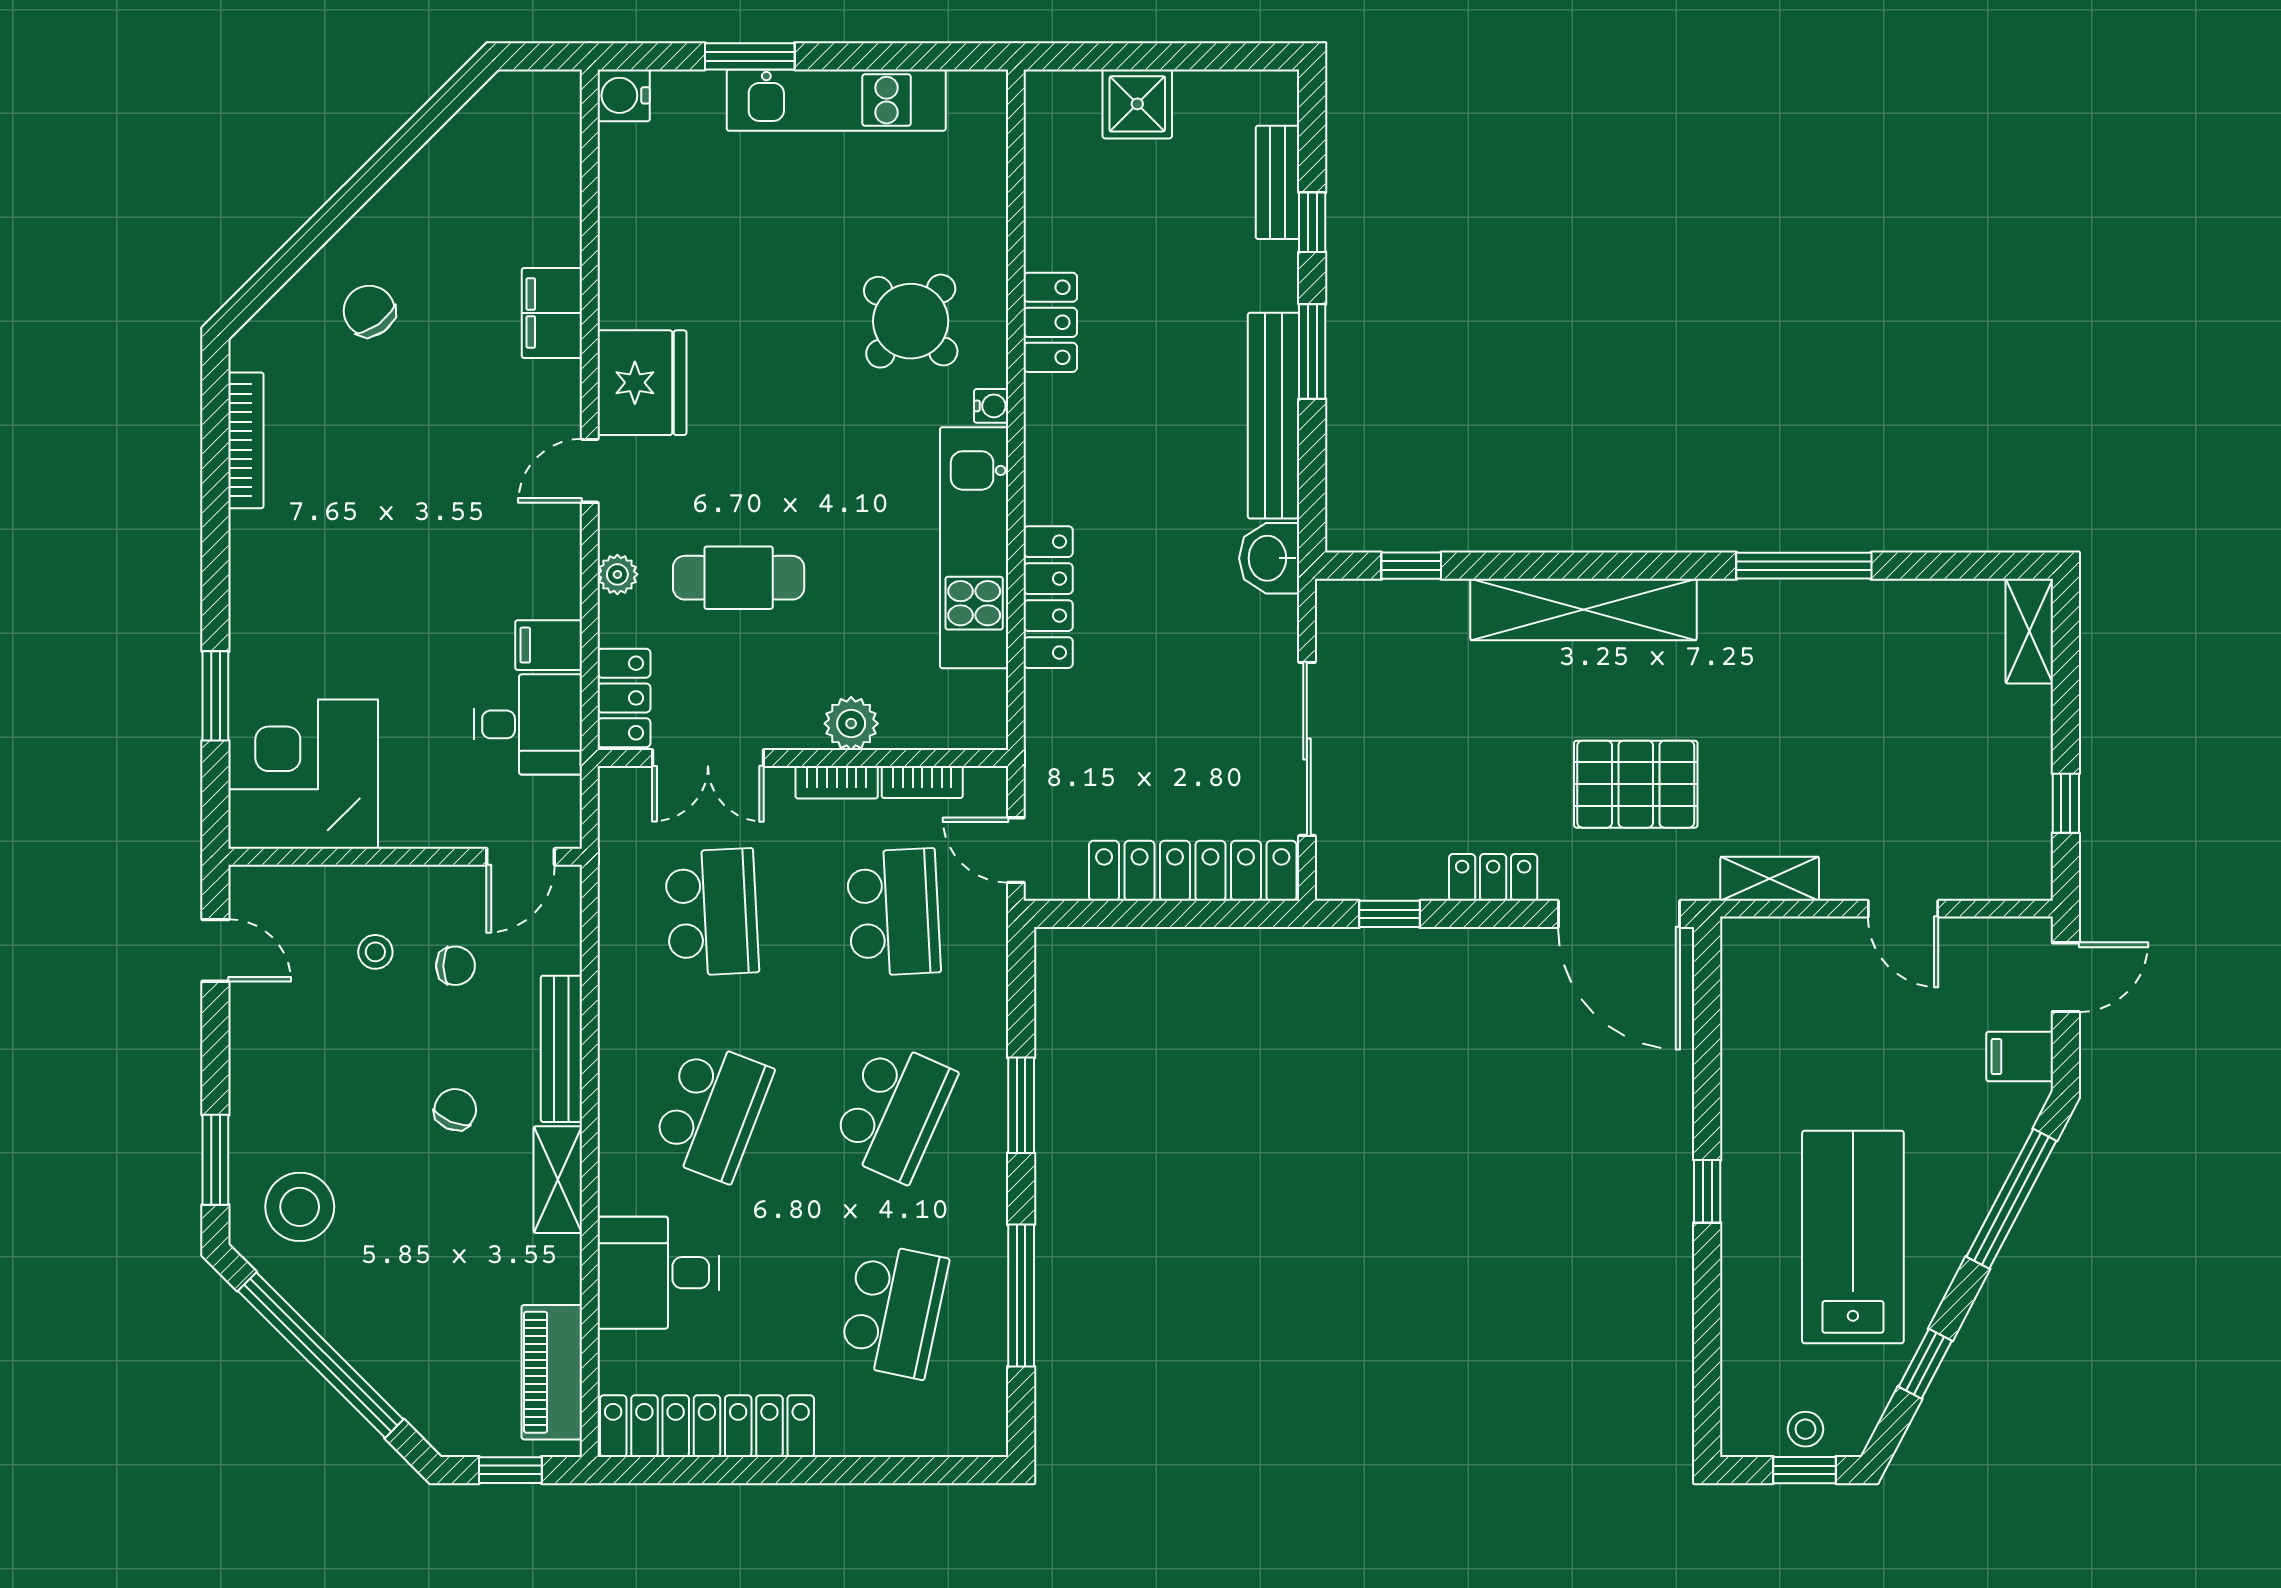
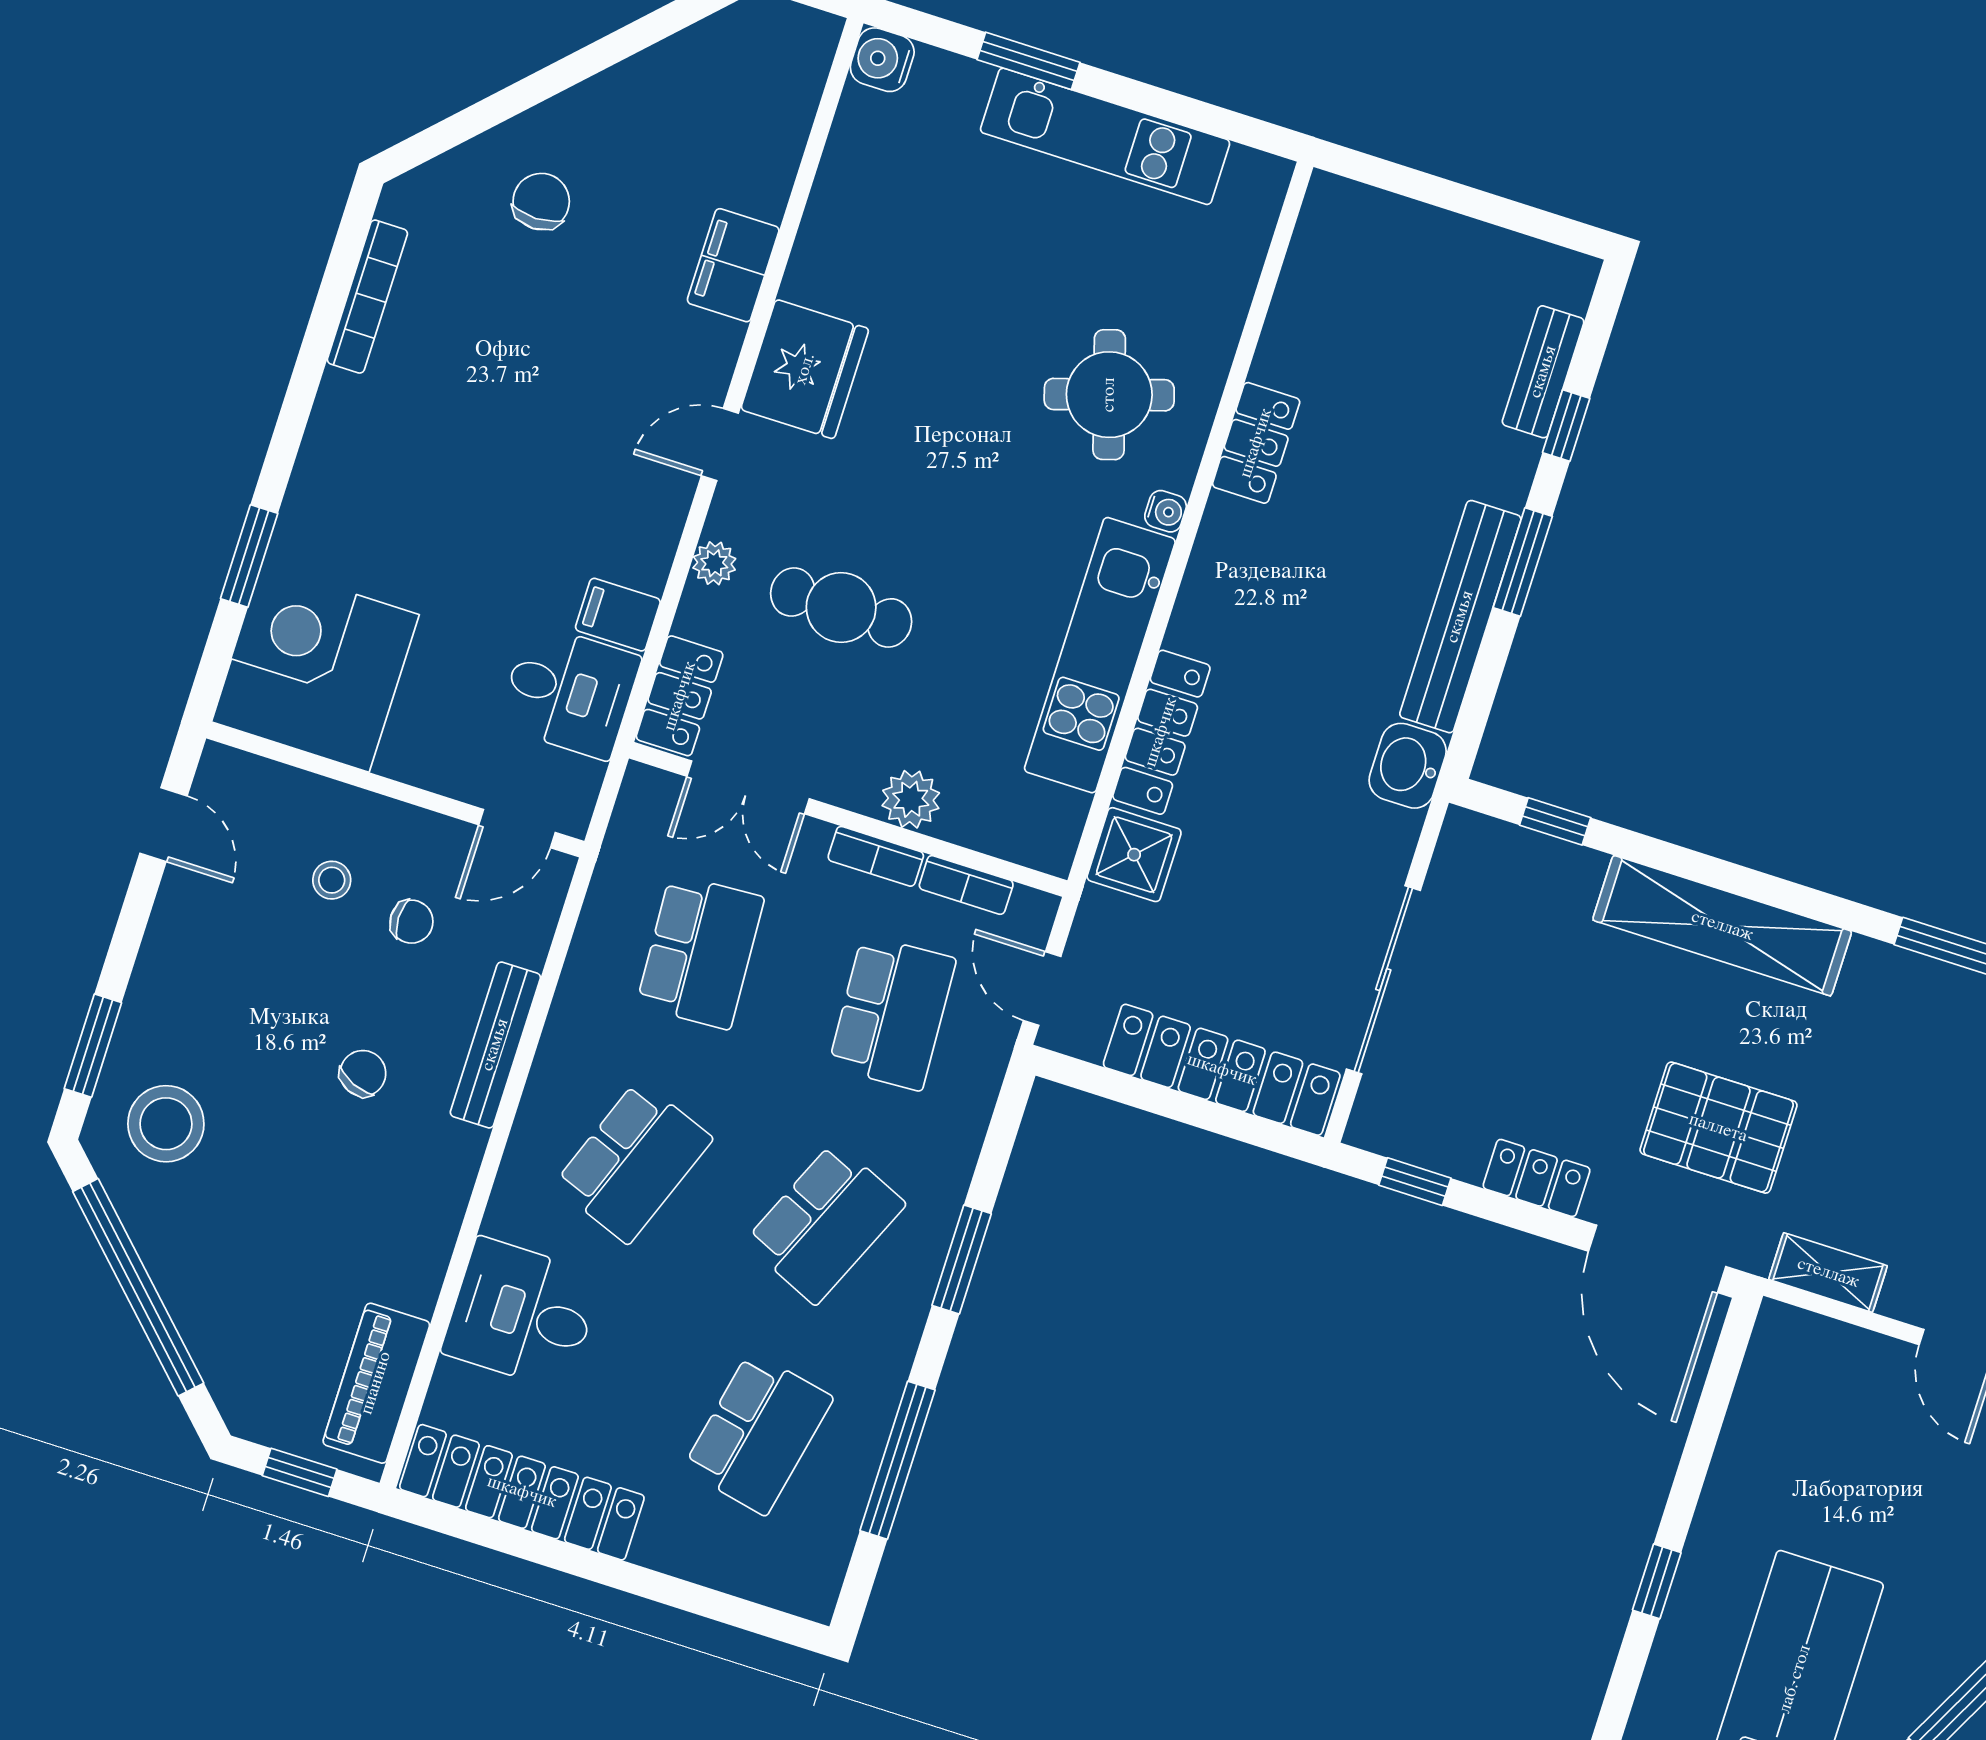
shower: (1137, 104) -> (1134, 855), moved
chair: (369, 311) -> (541, 202), turned 36
round table: (911, 321) -> (1109, 395), turned 30
shelving: (558, 1180) -> (448, 1182), removed

